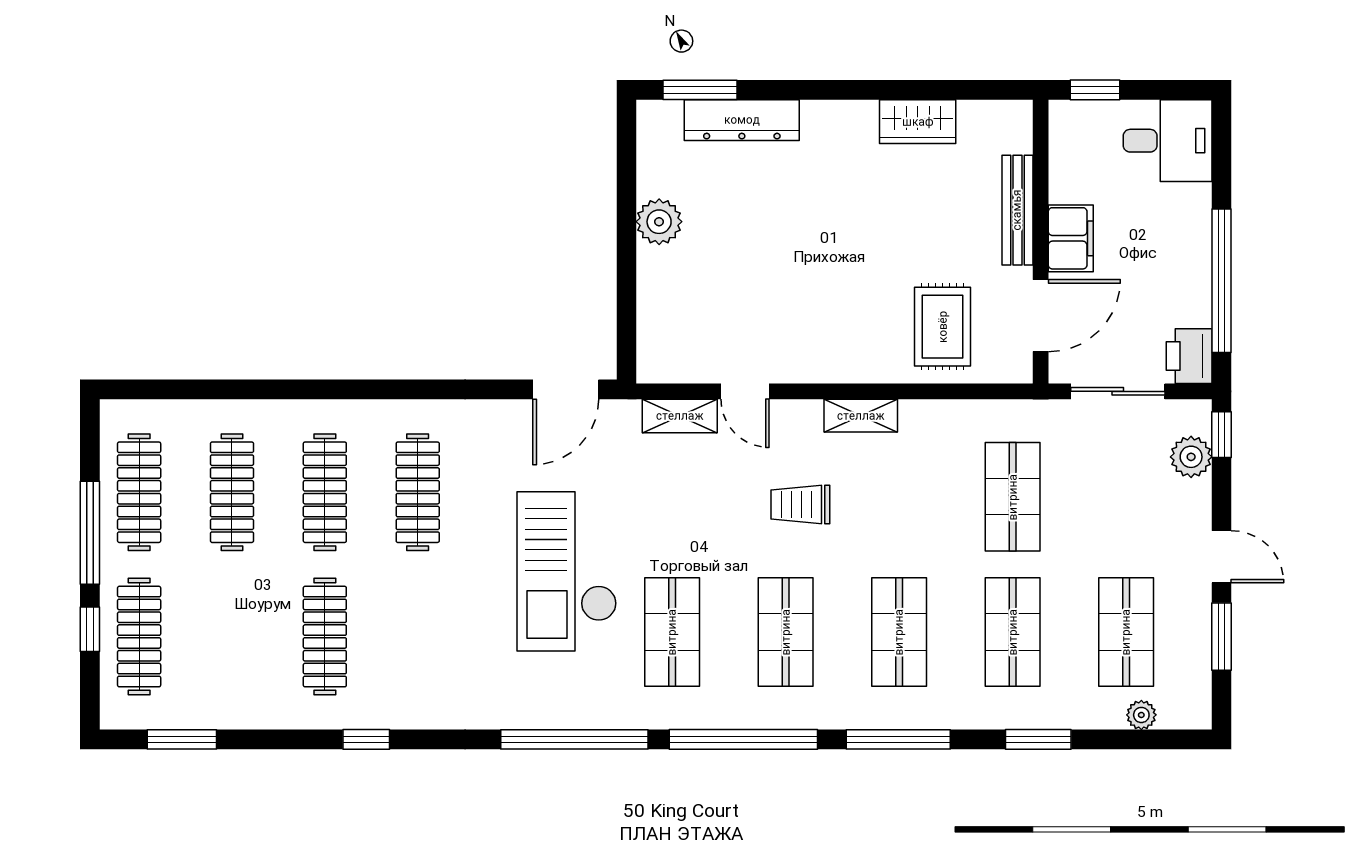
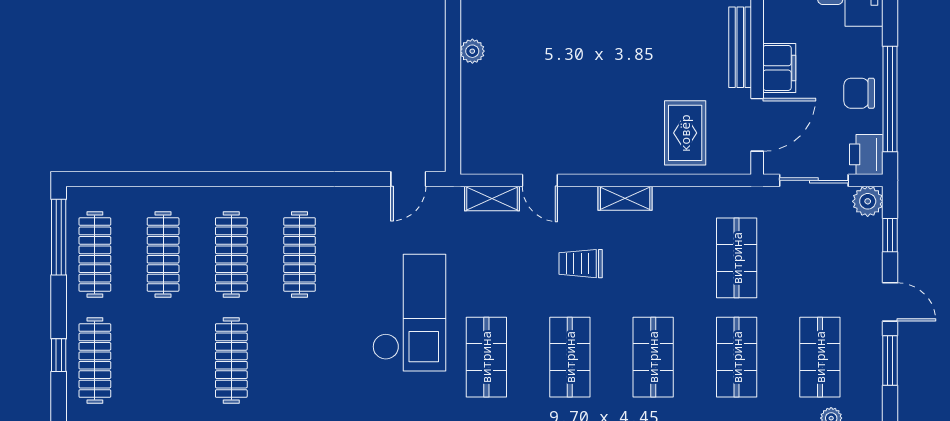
plant: (659, 222) -> (472, 51), width x0.73, depth x0.73
chair: (1179, 273) -> (859, 93), added
door: (566, 389) -> (408, 179), width x0.73
window: (1221, 435) -> (890, 235), moved
plant: (1191, 457) -> (868, 201), moved
window: (90, 533) -> (59, 237), moved
checkout: (567, 571) -> (409, 313), turned 180

